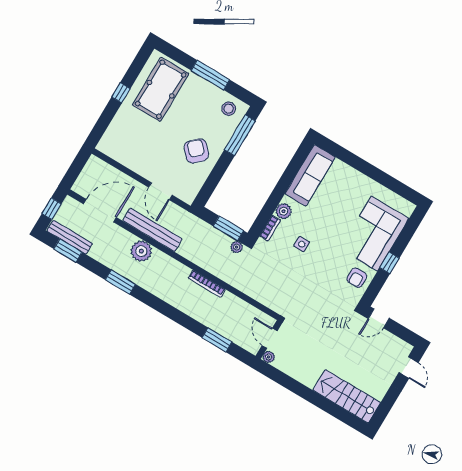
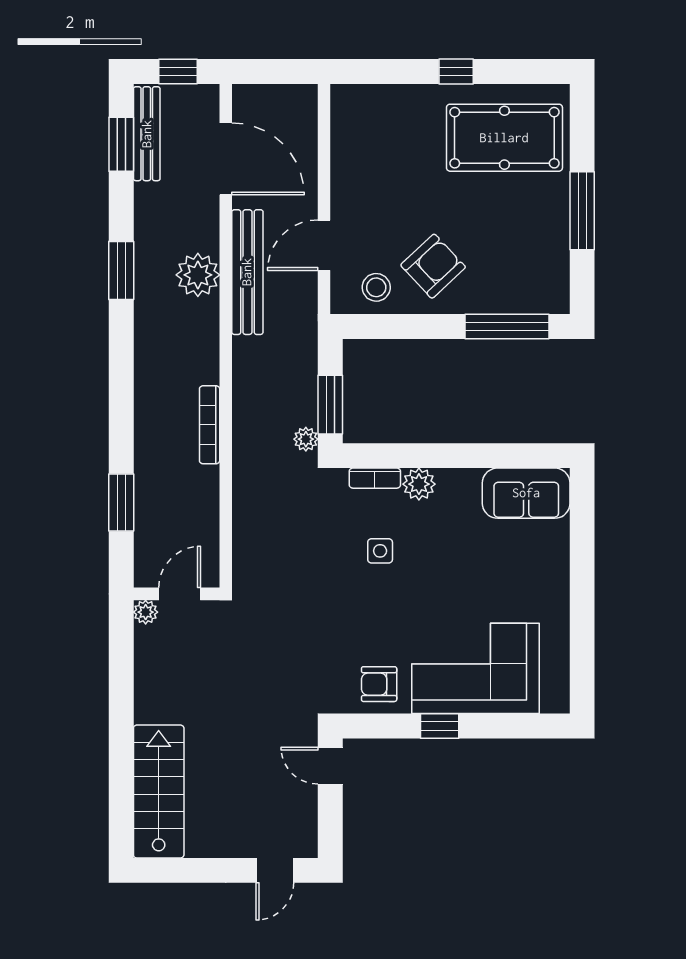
stool: (229, 109) -> (376, 287), moved
sofa: (310, 175) -> (526, 493), width x0.73

